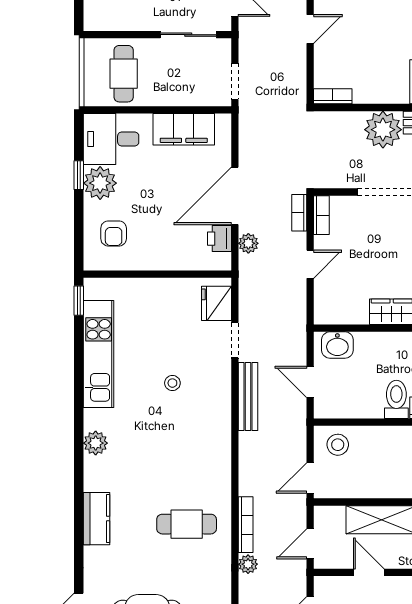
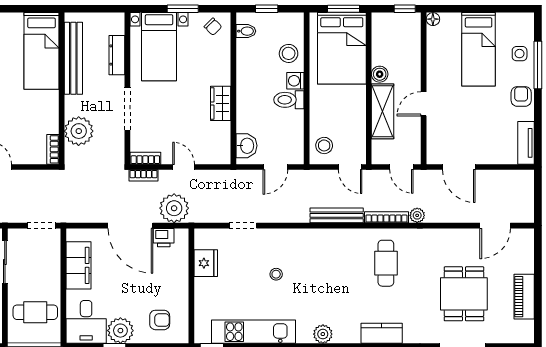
plant: (383, 130) -> (79, 131), moved
plant: (248, 243) -> (174, 208), width x1.88, depth x1.88
fridge: (217, 303) -> (206, 263), moved, turned -90
bench: (248, 397) -> (337, 215), moved
door: (369, 572) -> (424, 104), moved

